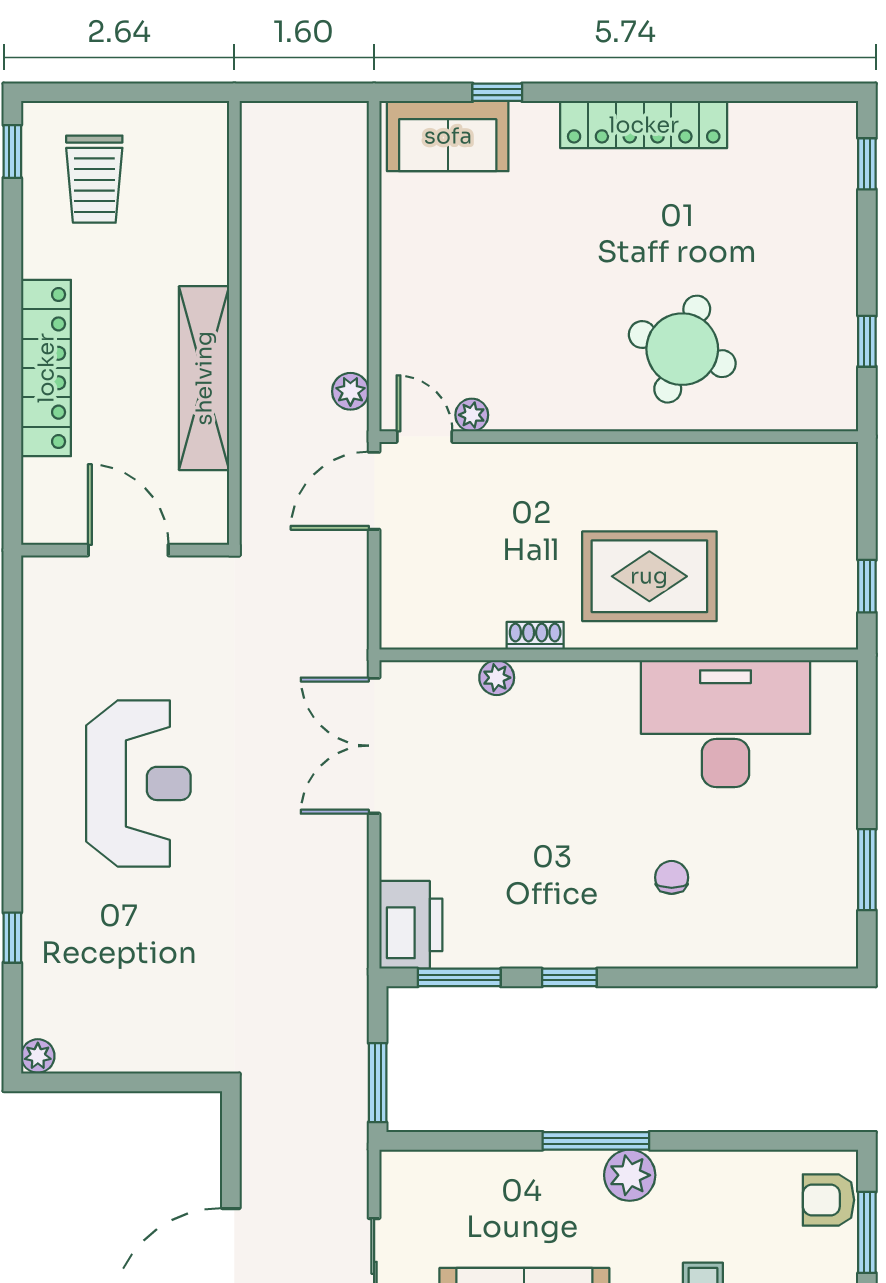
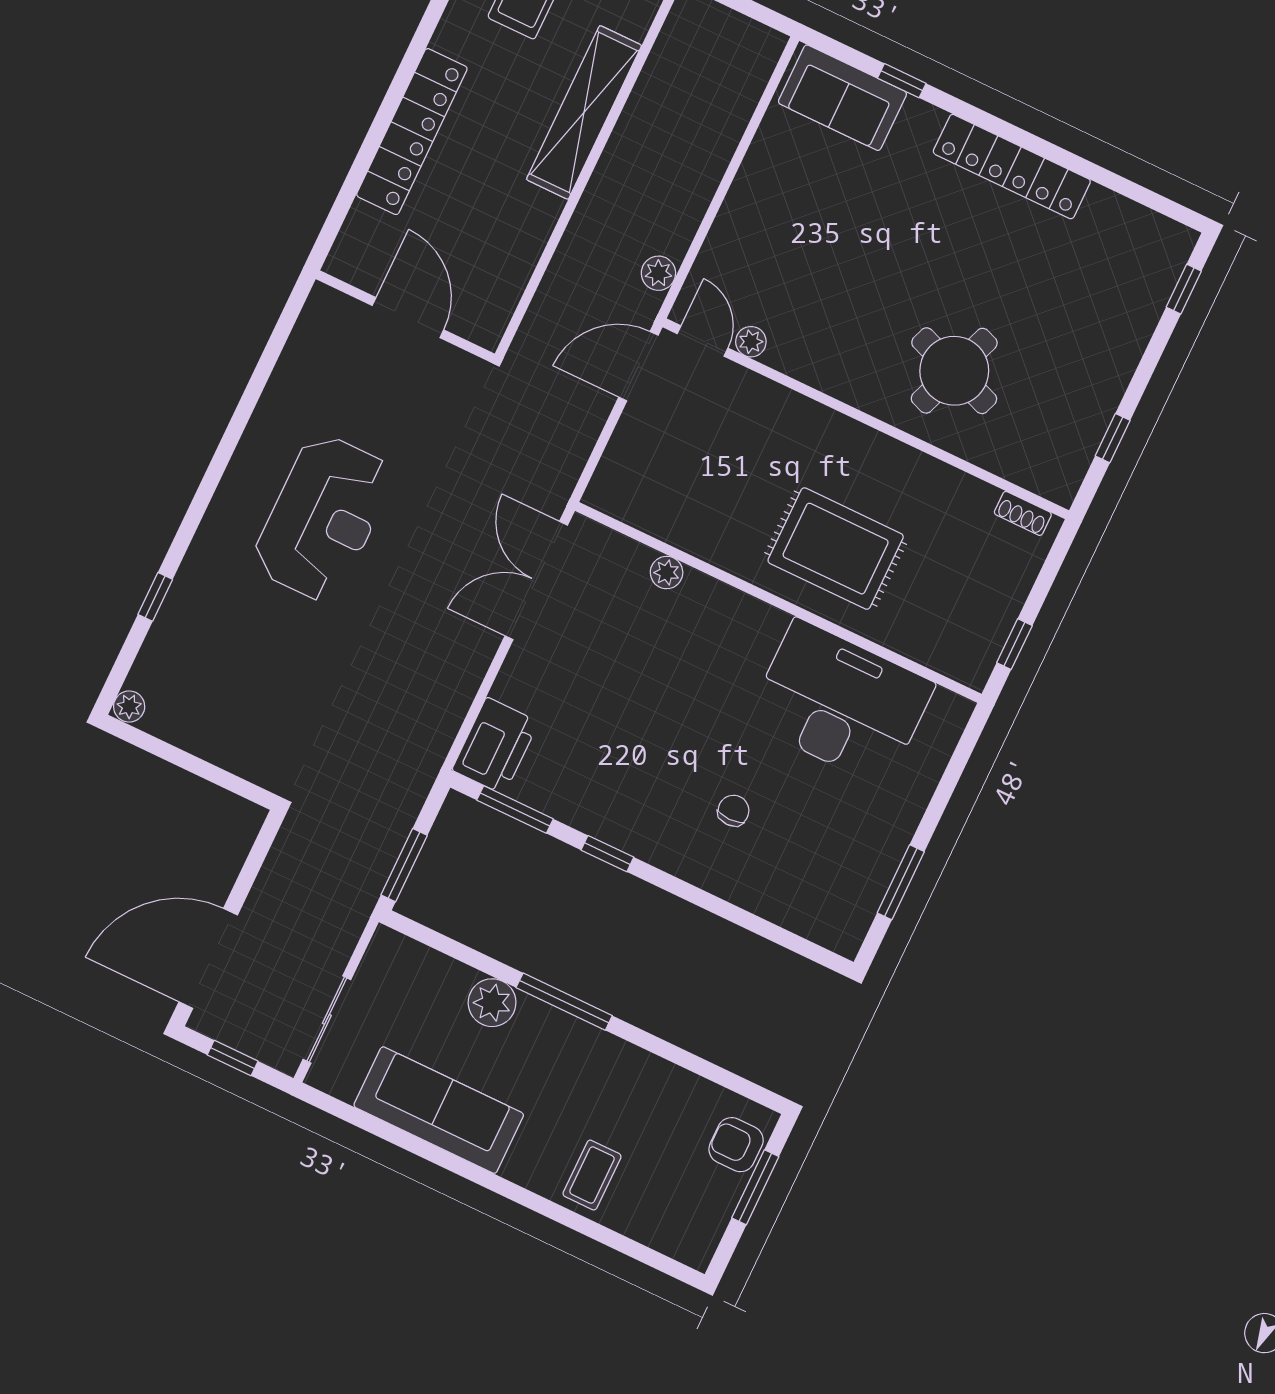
shelving: (204, 378) -> (584, 112), moved
shoe rack: (535, 636) -> (1023, 513), moved, turned 180
plant: (630, 1175) -> (492, 1003), moved

